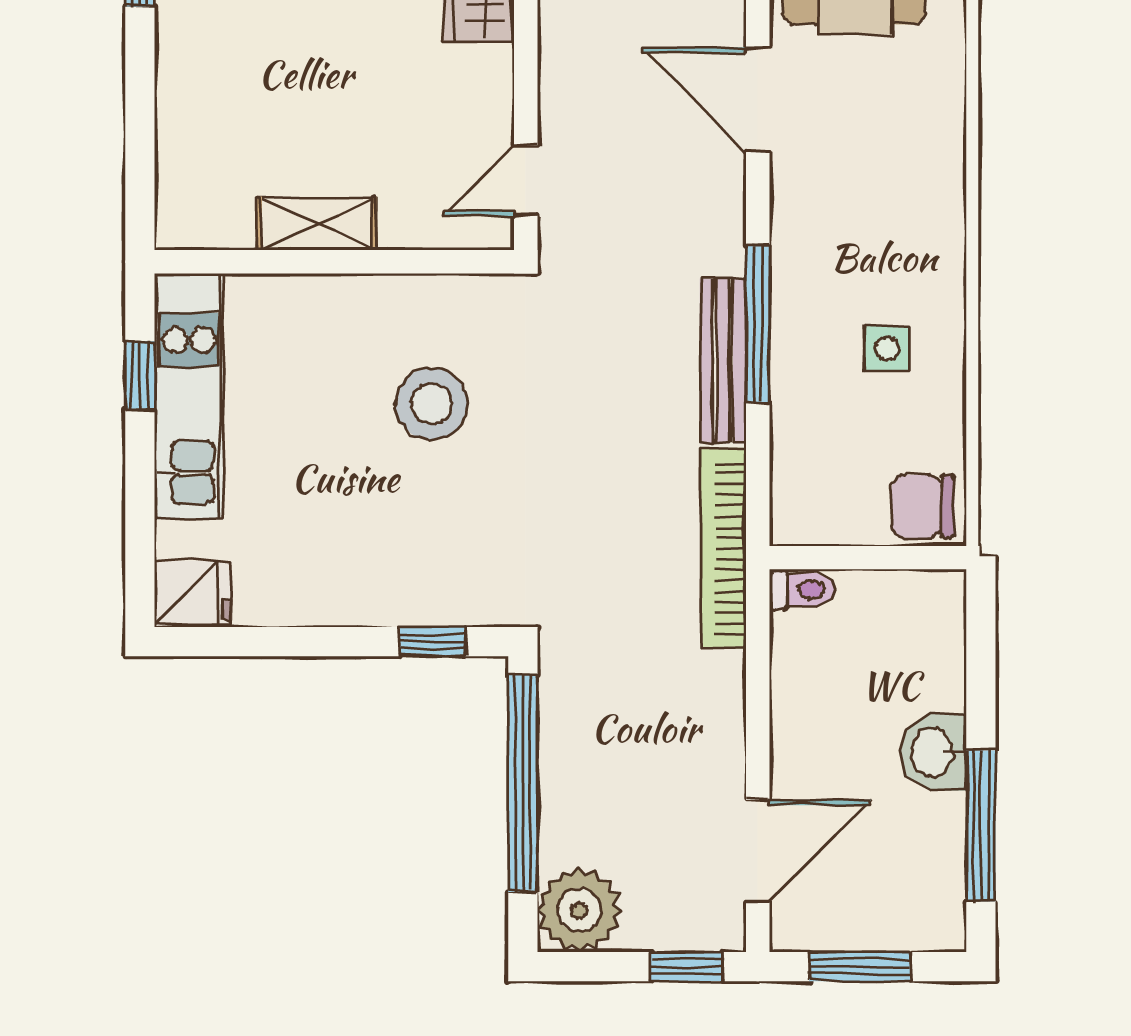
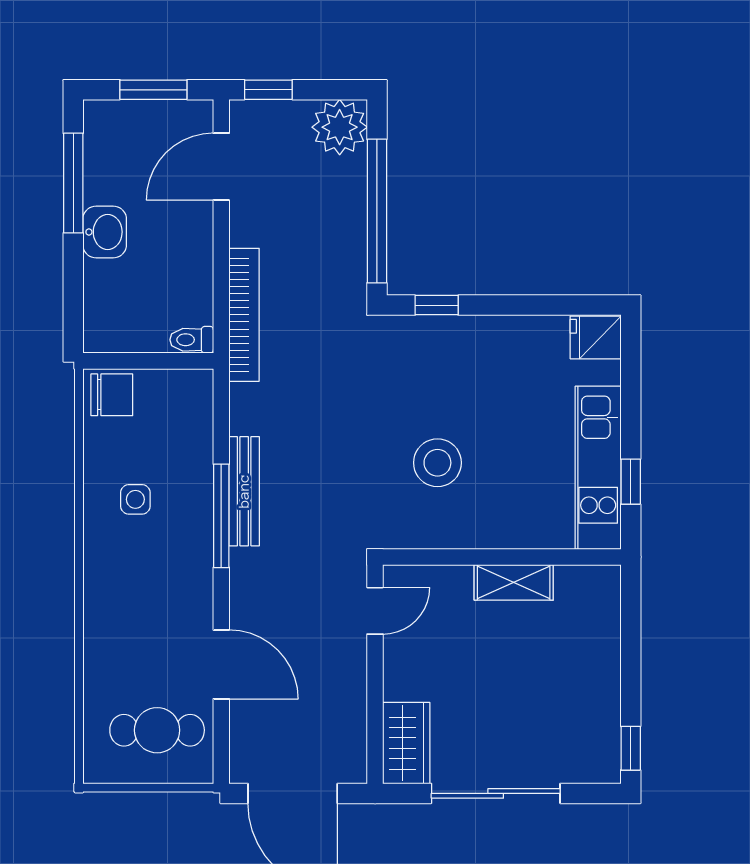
bookcase: (723, 548) -> (244, 315), moved

